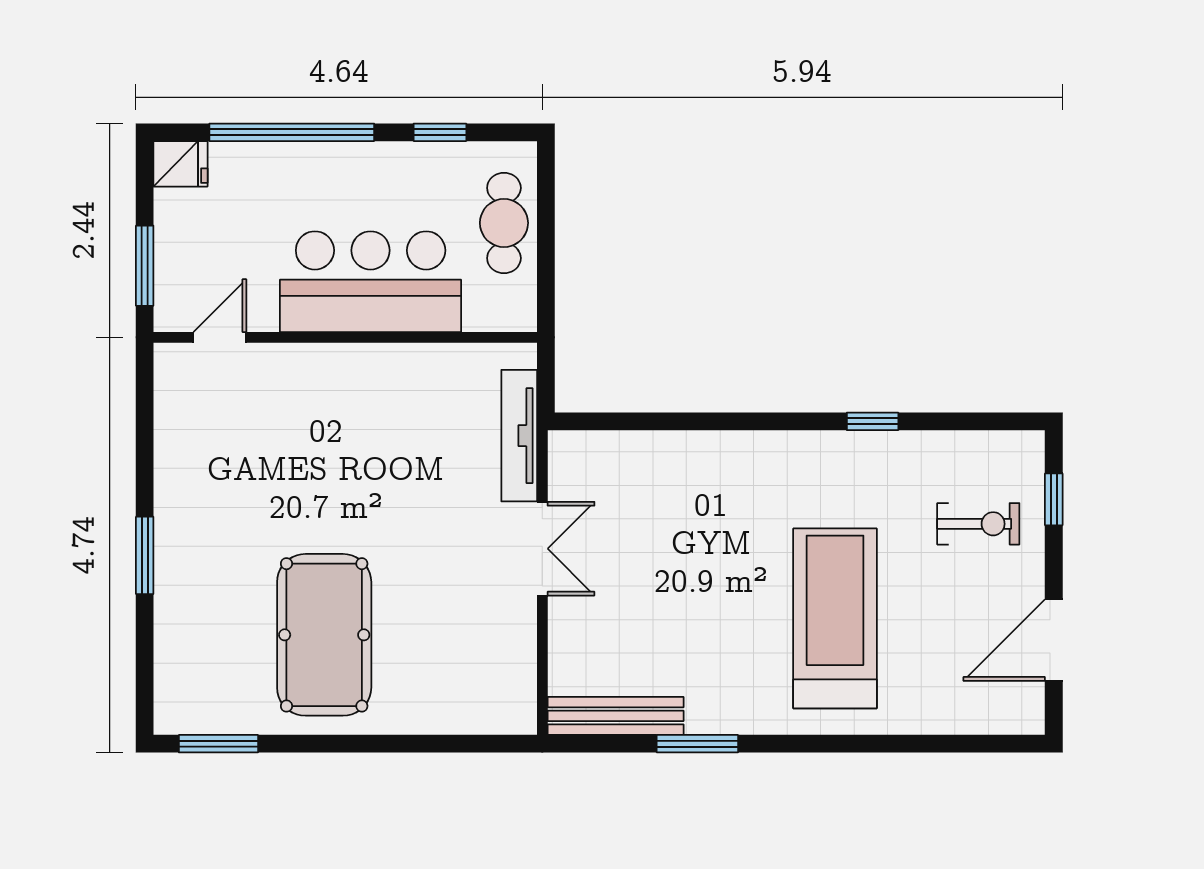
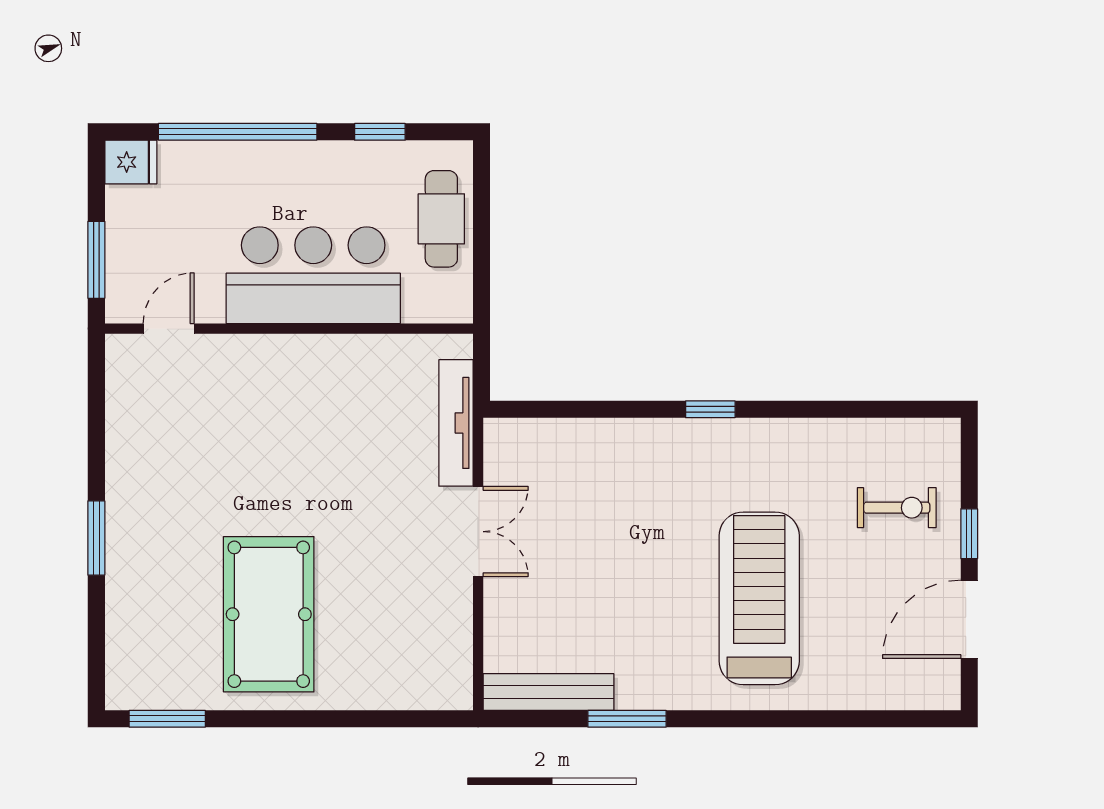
window: (873, 421) -> (710, 409), moved
window: (1054, 499) -> (969, 534), moved

